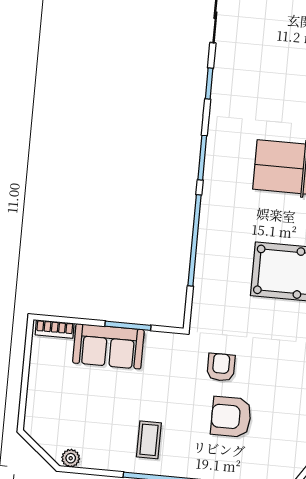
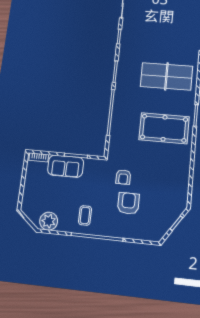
armchair: (221, 367) -> (123, 177), turned 180
armchair: (231, 417) -> (128, 203), turned 90
plant: (71, 458) -> (49, 221), width x1.88, depth x1.88

